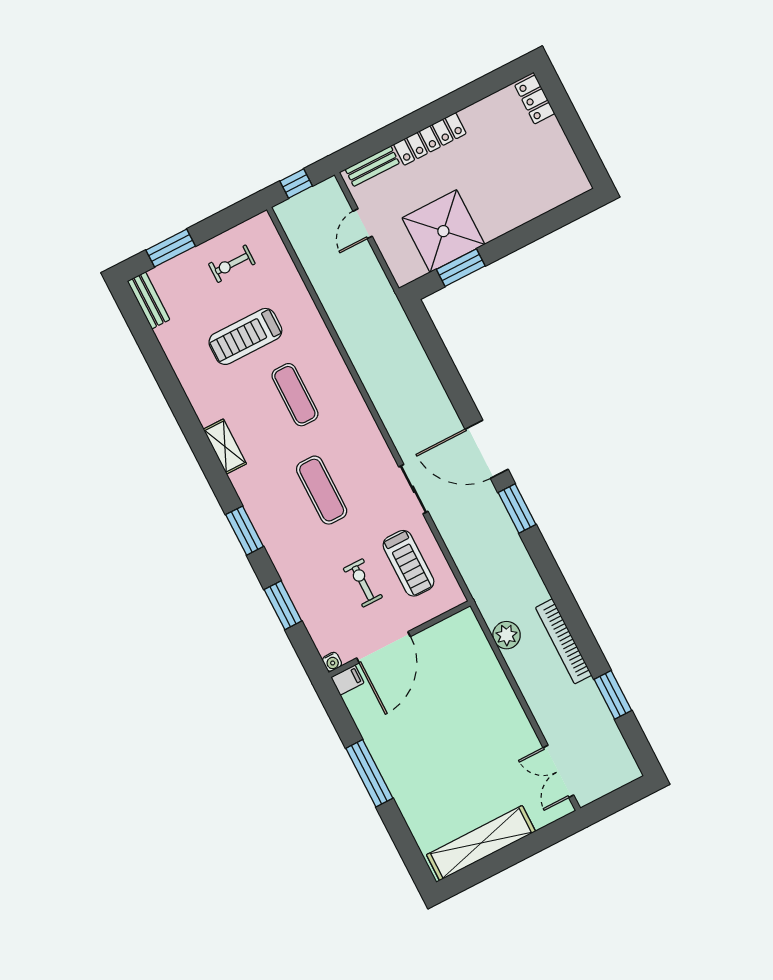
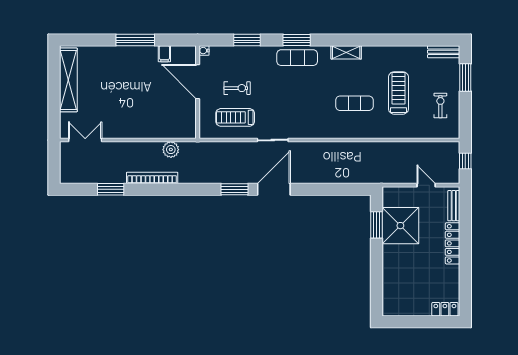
exercise mat: (322, 490) -> (297, 58), moved
filing cabinet: (347, 680) -> (164, 54), moved

